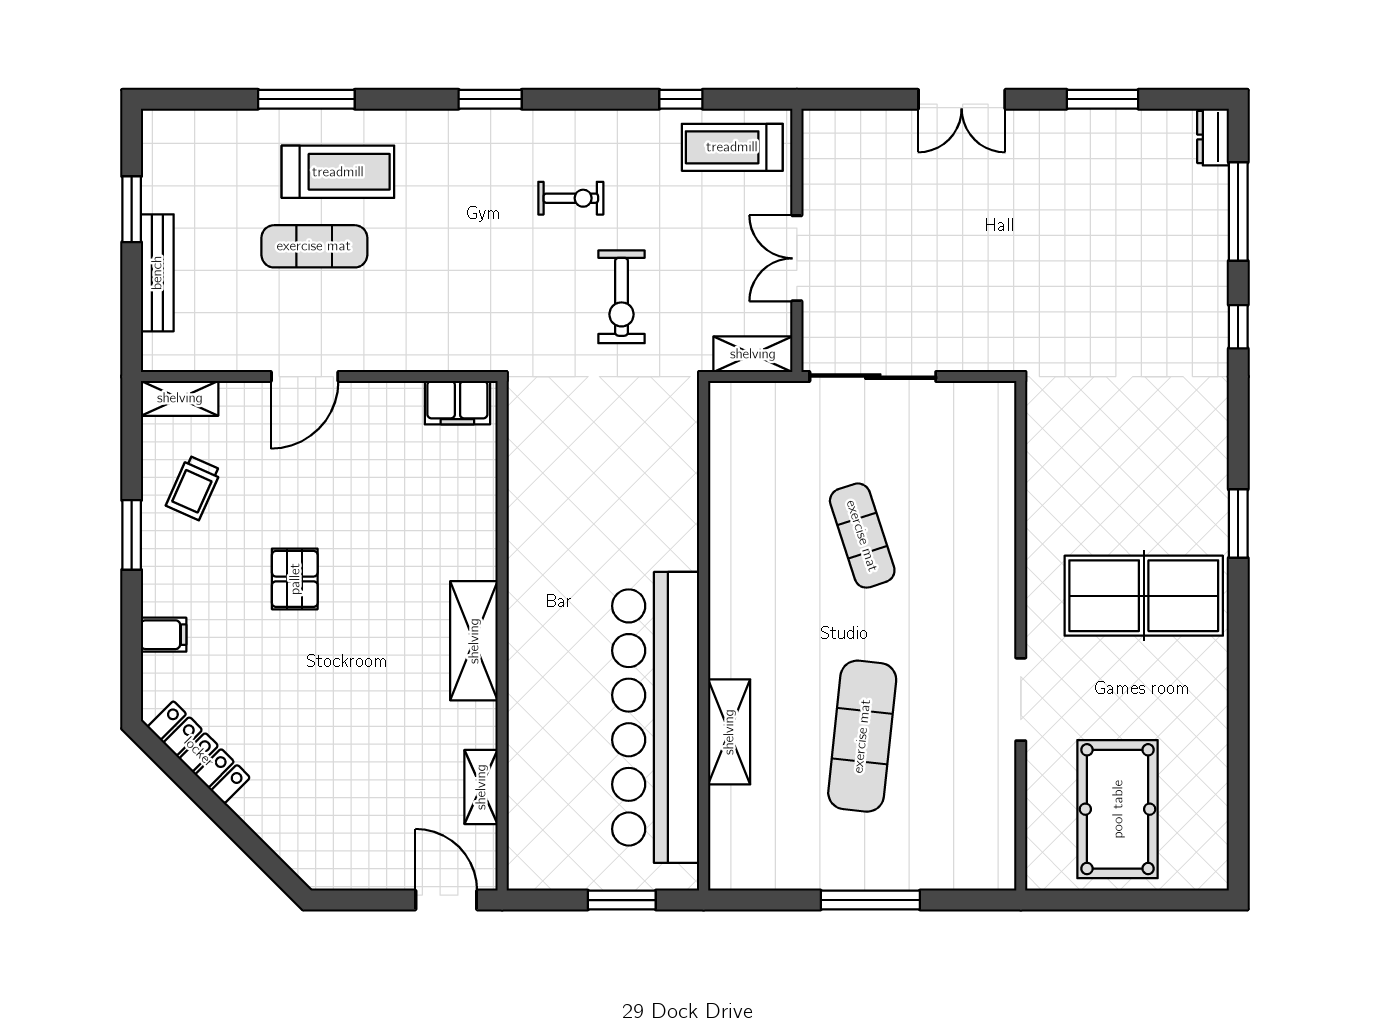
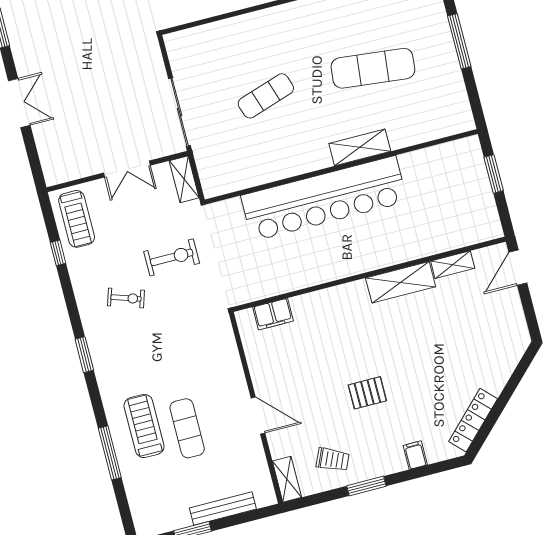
exercise bike: (571, 198) -> (126, 298), turned 108
filing cabinet: (457, 403) -> (273, 314), moved, turned 90
shelving: (474, 641) -> (401, 282), moved
bar counter: (656, 717) -> (324, 199), moved
shelving: (729, 732) -> (360, 147), moved

